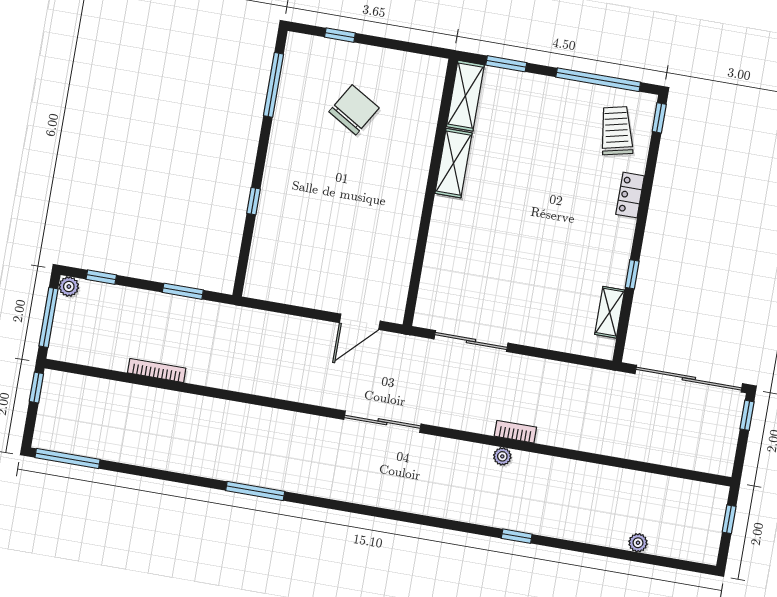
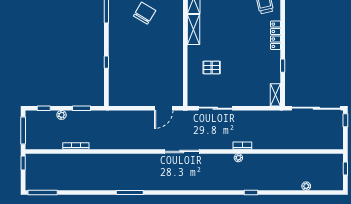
locker: (630, 195) -> (276, 35), width x1.53
pallet: (478, 252) -> (212, 68), added
plant: (69, 287) -> (62, 115), moved
shelving: (610, 312) -> (275, 95), moved

